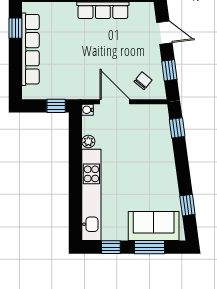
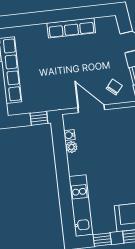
water cooler: (88, 110) -> (69, 135), moved
kitchen unit: (91, 195) -> (81, 206), width x0.73

